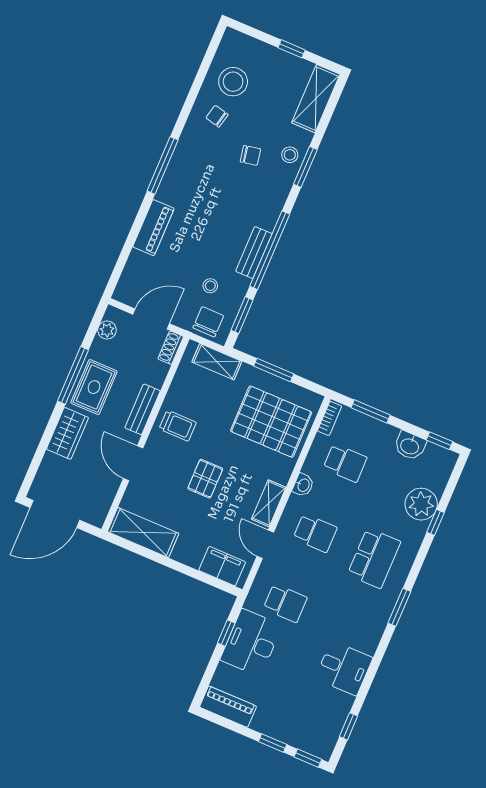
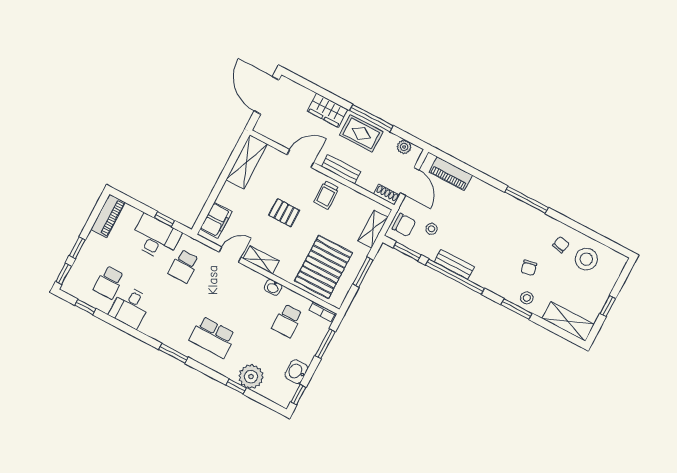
piano: (153, 228) -> (451, 174), moved
school desk: (315, 533) -> (109, 282), moved

